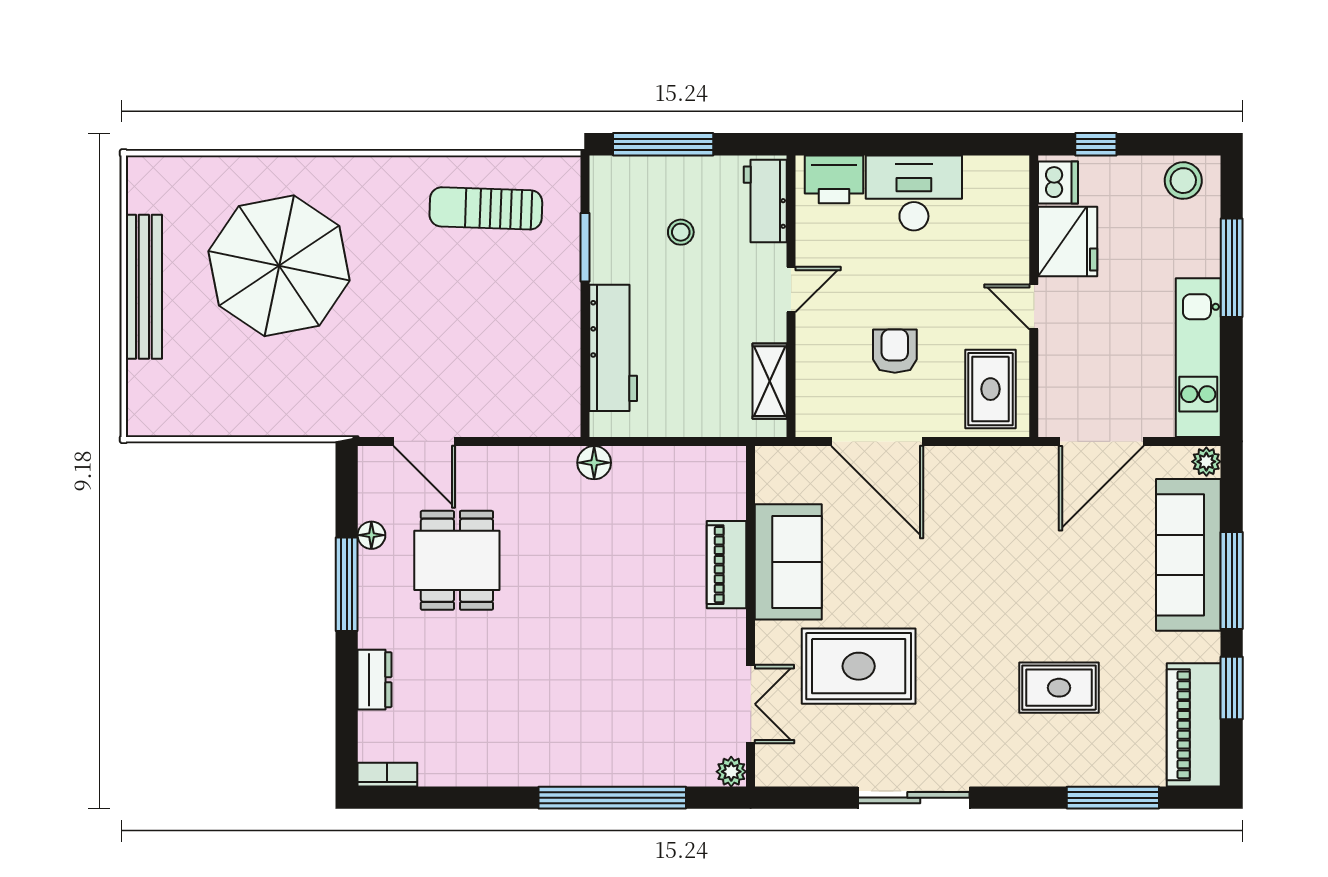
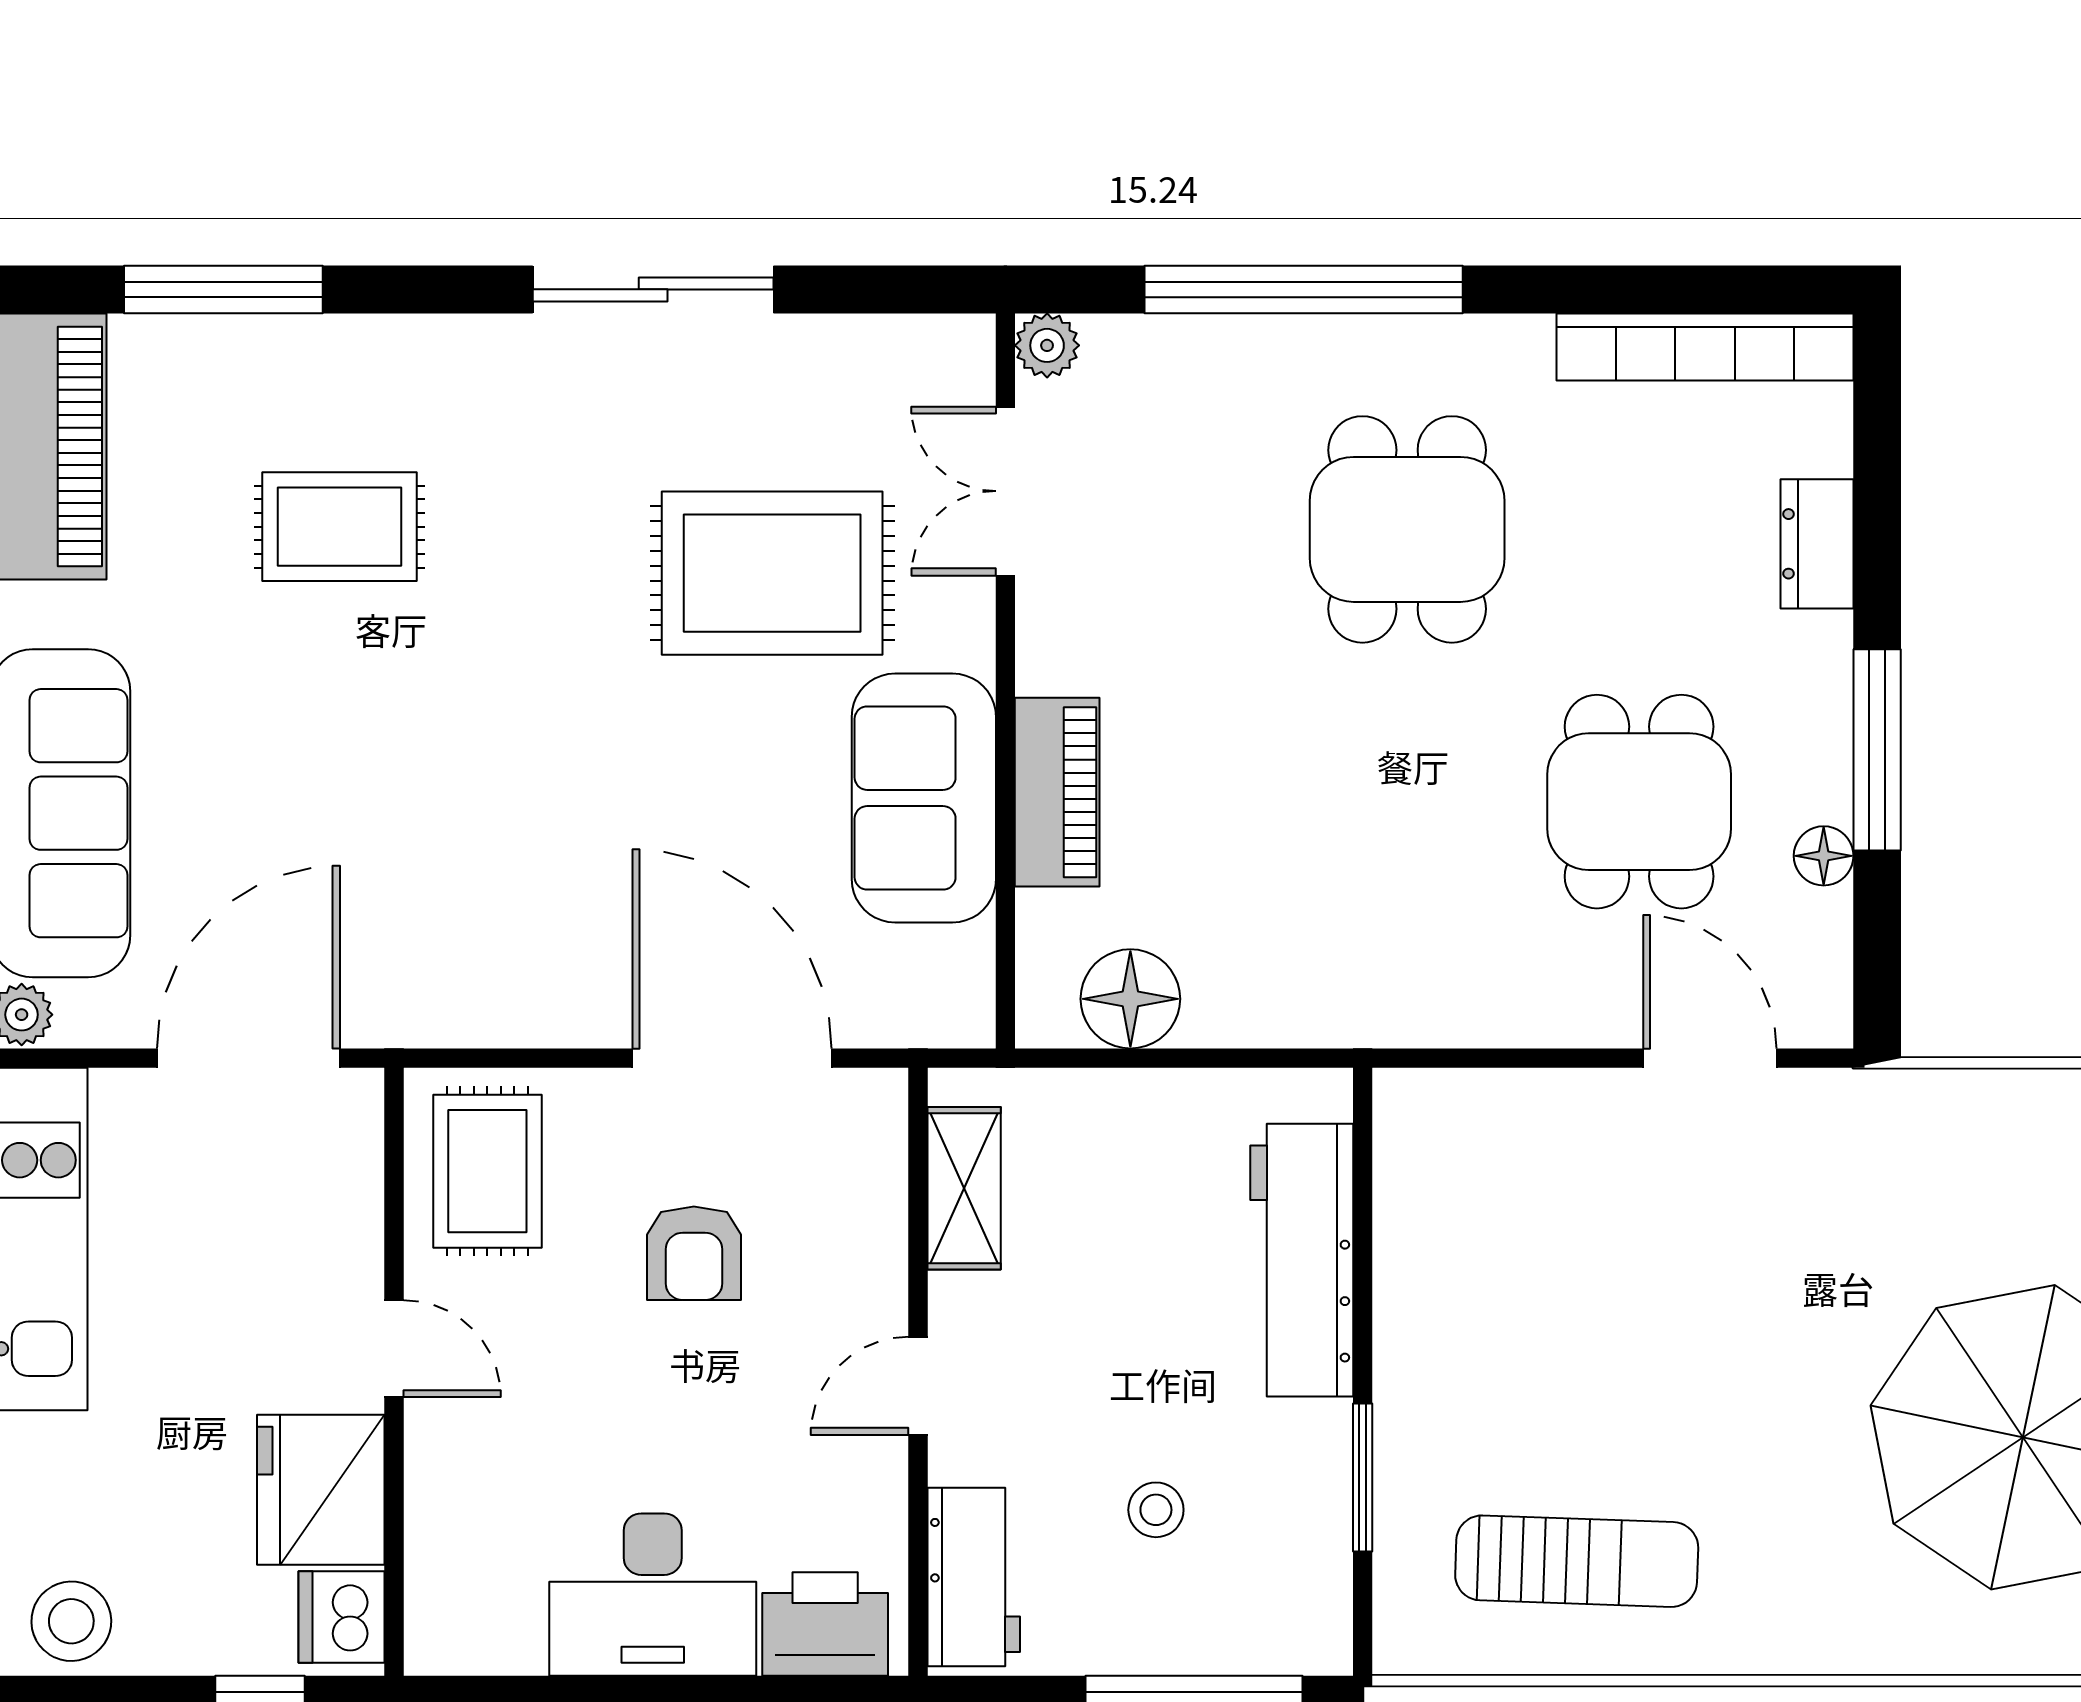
floor lamp: (594, 463) -> (1130, 999), moved, width x1.38, depth x1.38
dining table: (564, 686) -> (1407, 529), added
bookcase: (387, 775) -> (1705, 347), width x2.31, depth x1.31

